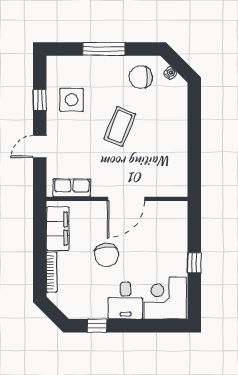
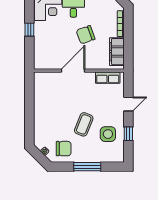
coffee table: (120, 126) -> (84, 124), moved
chair: (106, 255) -> (86, 35), turned -103

